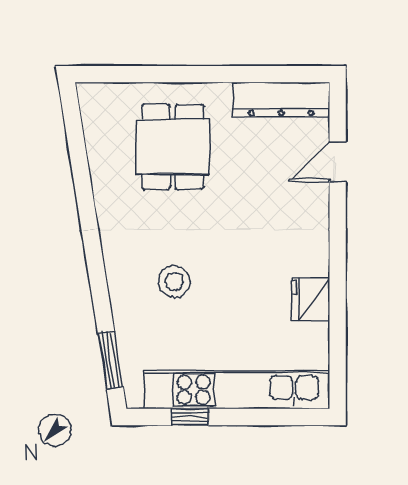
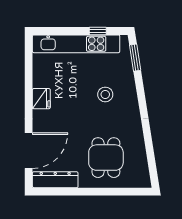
door: (338, 162) -> (29, 151), width x1.88
fridge: (311, 299) -> (41, 99), moved

